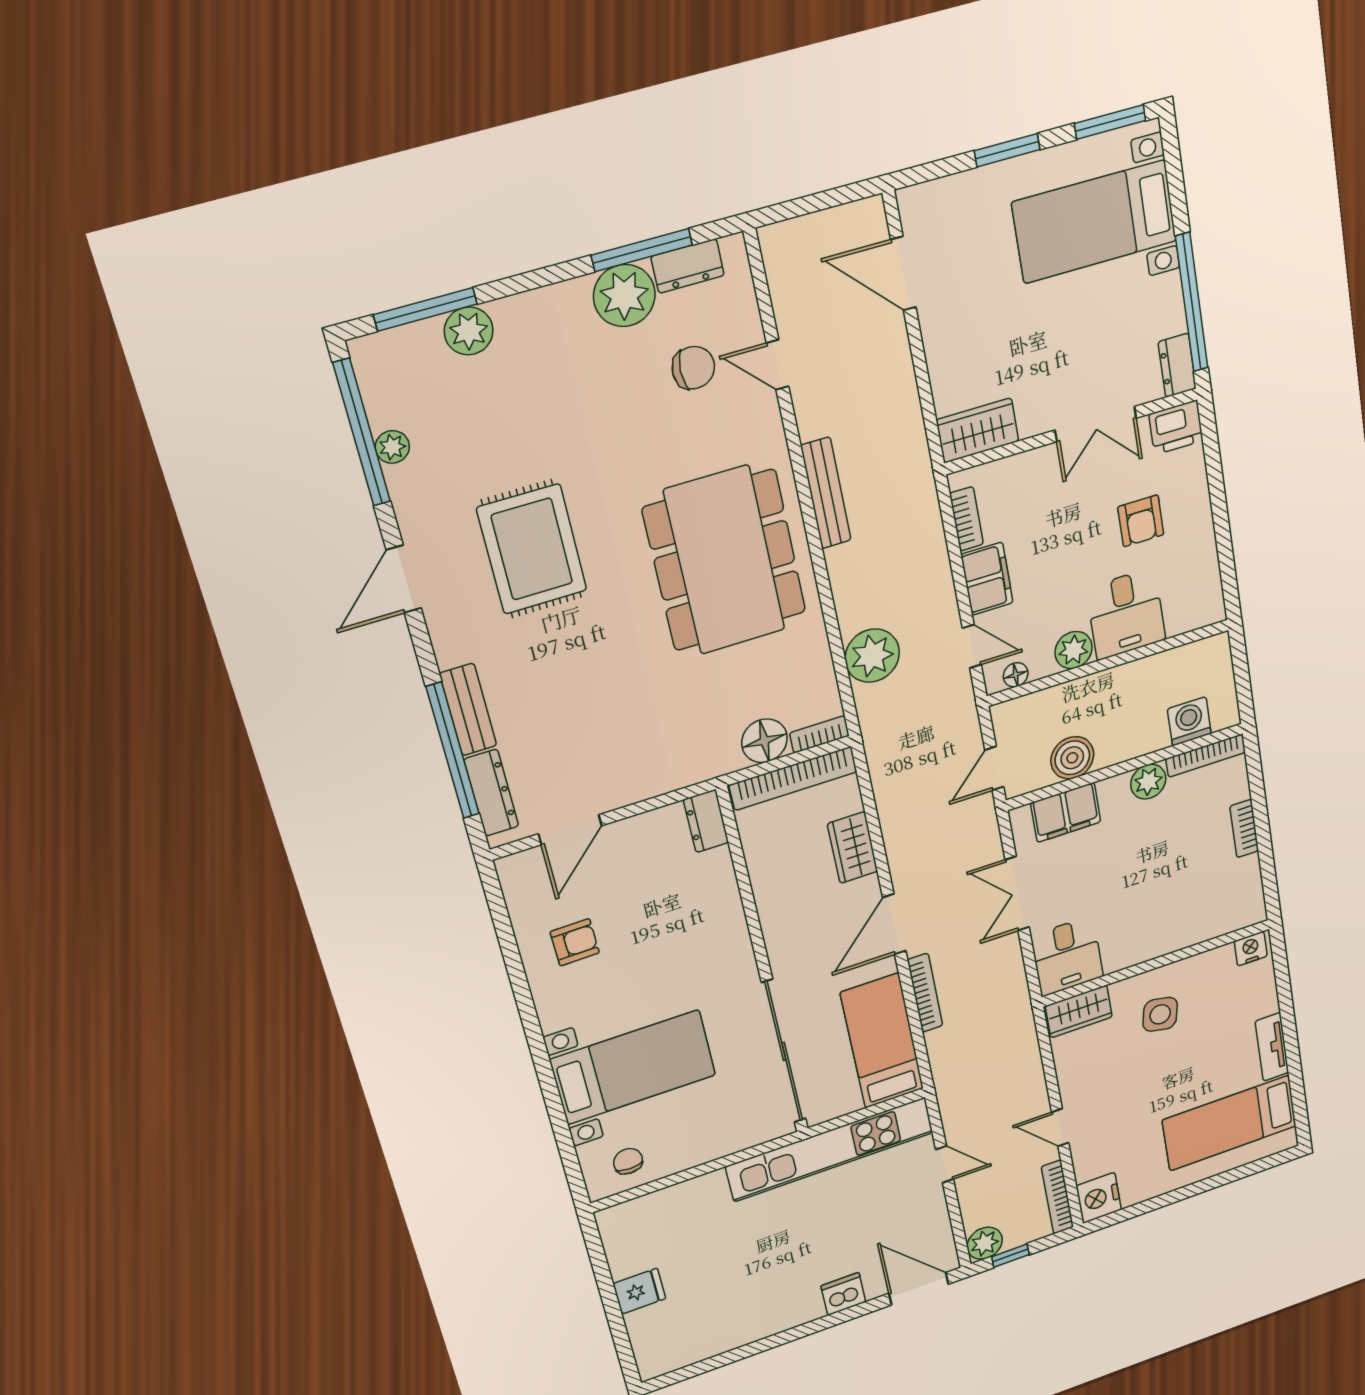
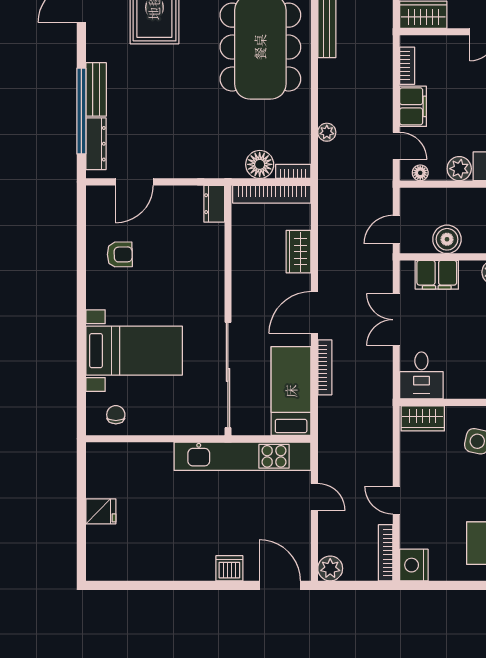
plant: (872, 656) -> (327, 132), width x0.53, depth x0.53
window: (1010, 1256) -> (346, 585), removed

